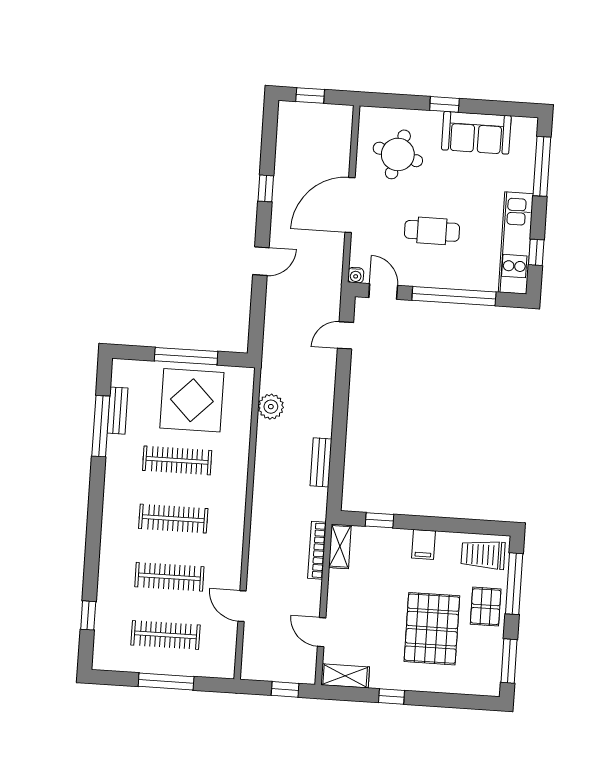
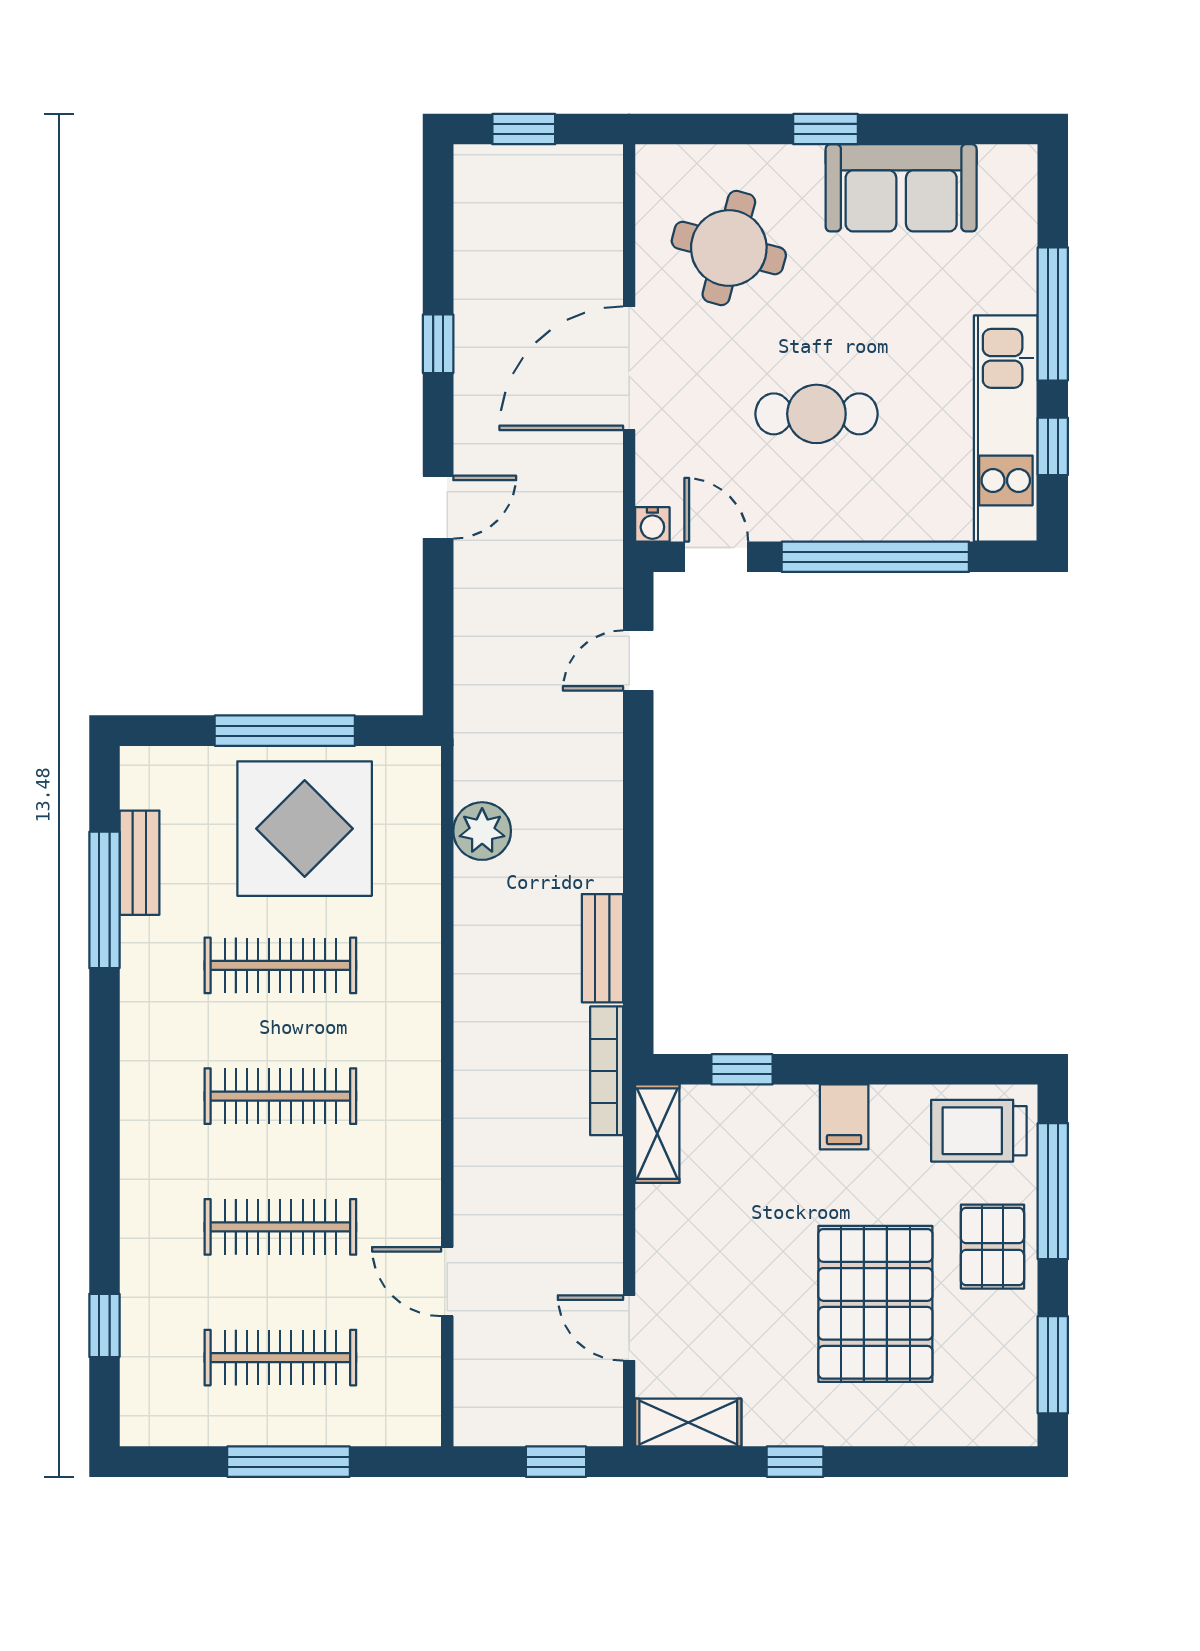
window: (542, 166) -> (1053, 314), moved
bookcase: (317, 550) -> (607, 1071), moved

